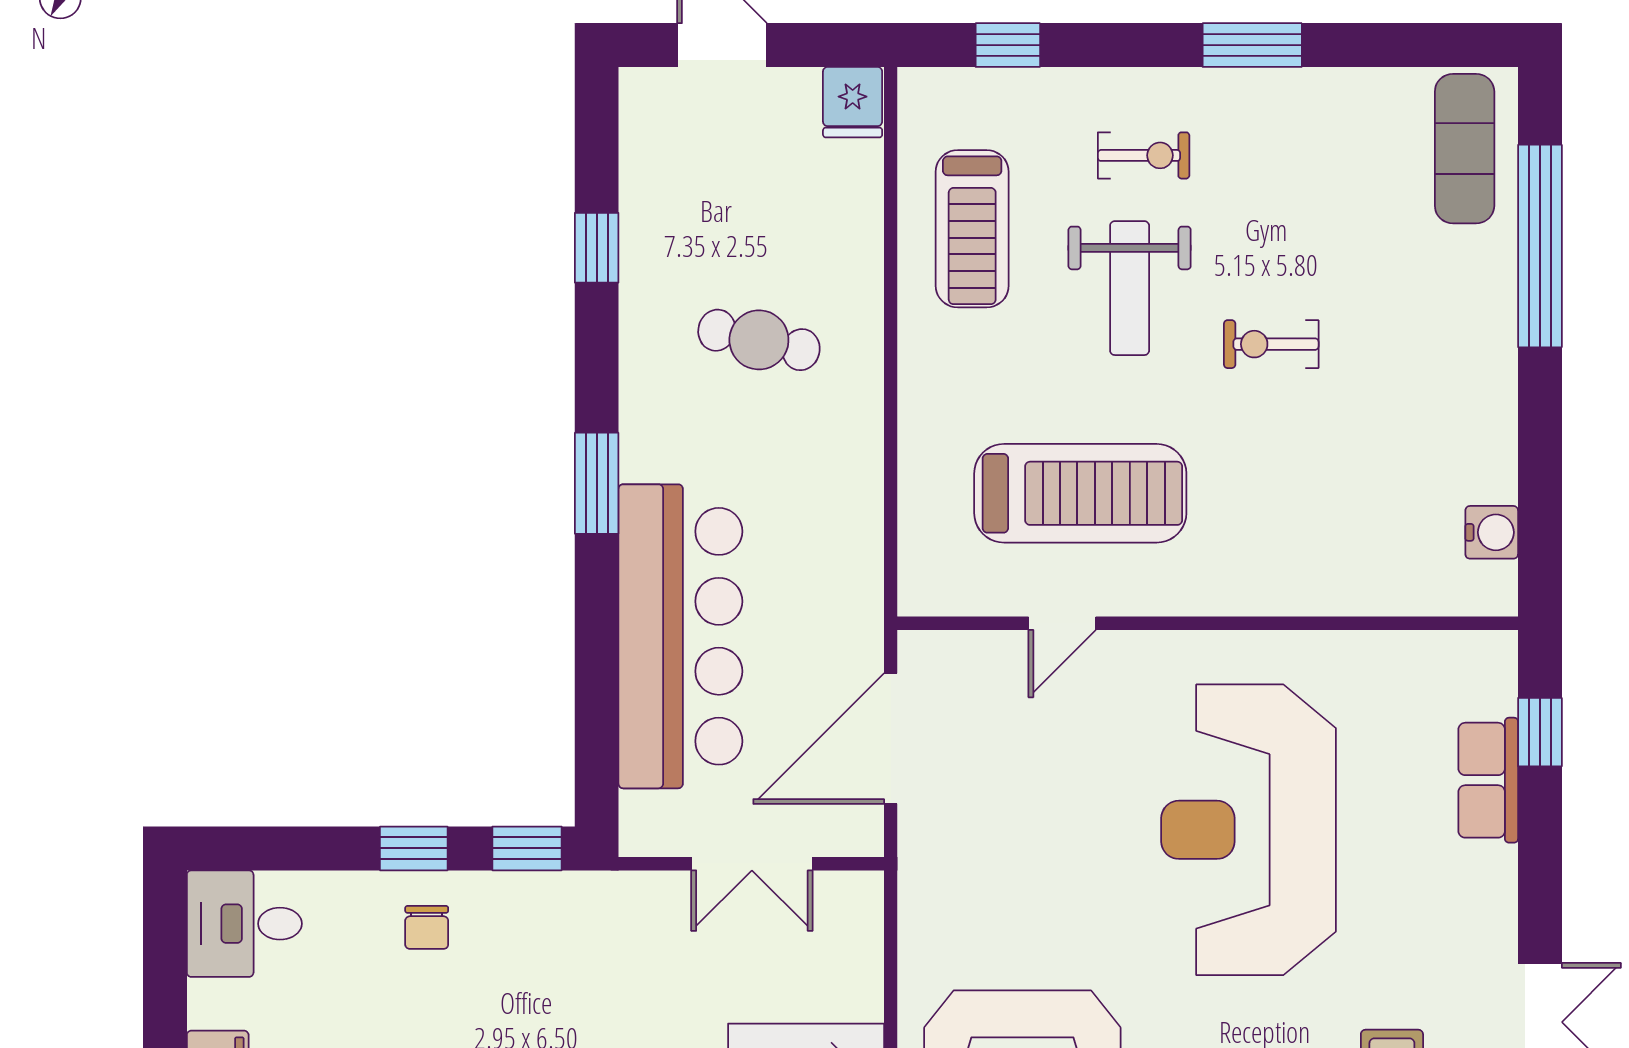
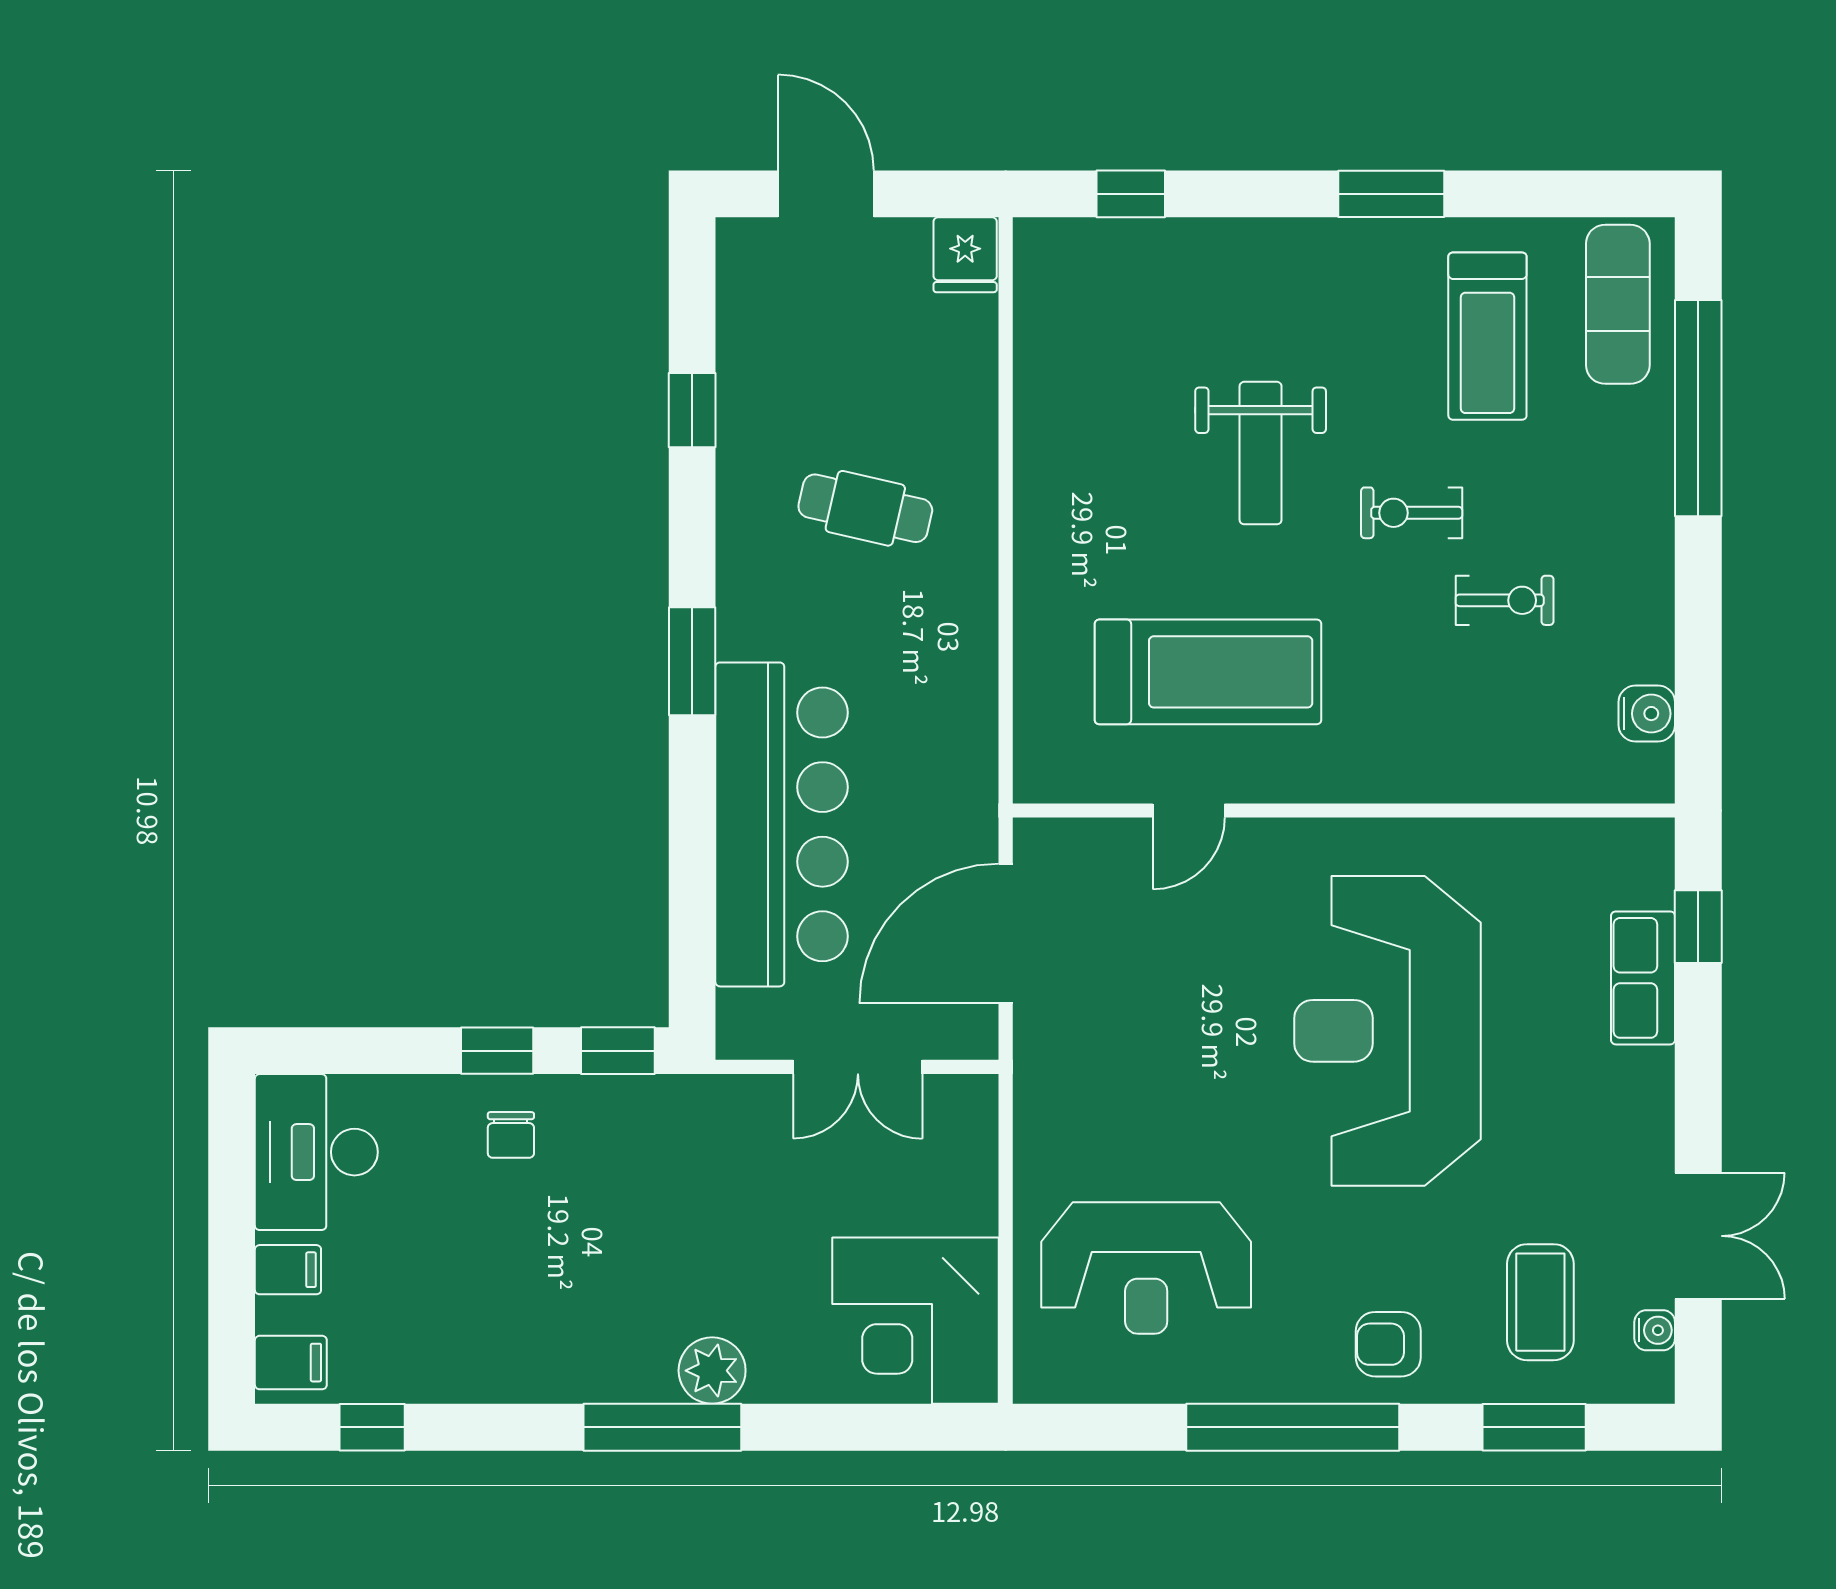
exercise bike: (1144, 155) -> (1505, 600), moved
treadmill: (972, 229) -> (1487, 336), moved
desk: (244, 924) -> (316, 1152), width x1.37

